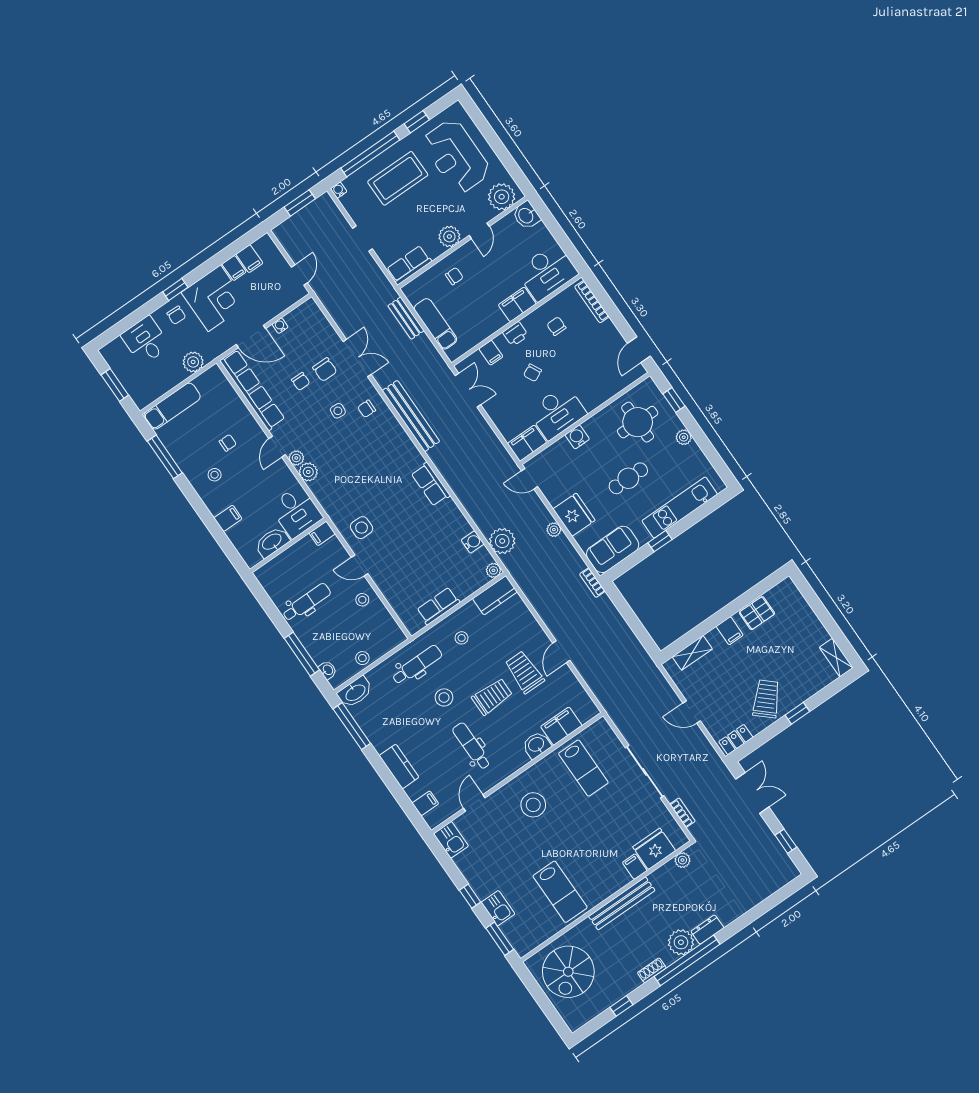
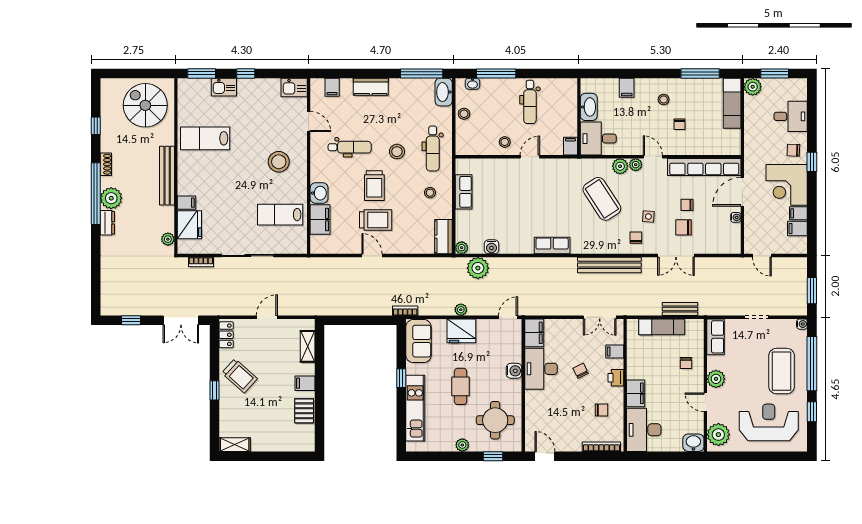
plant: (193, 362) -> (753, 87), moved
coffee table: (352, 468) -> (602, 199), added
side table: (362, 528) -> (555, 176), removed

